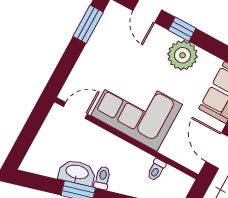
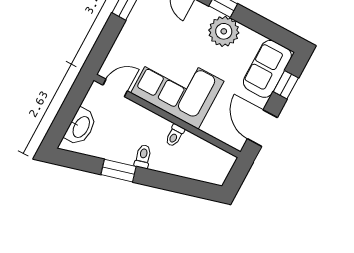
toilet: (156, 170) -> (175, 135), moved
washbasin: (77, 173) -> (81, 127), moved, turned 105

